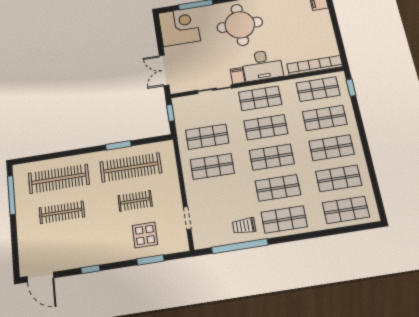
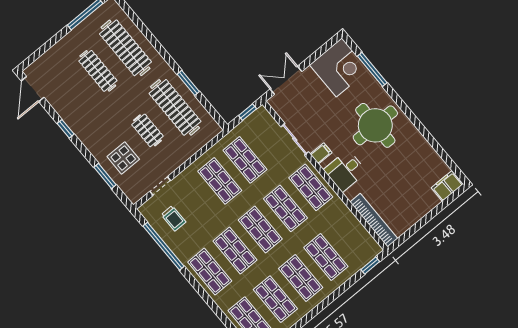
desk: (262, 65) -> (345, 171), width x0.73
shop shelf: (318, 89) -> (351, 236), removed
trolley: (244, 226) -> (173, 218), moved, turned 180

